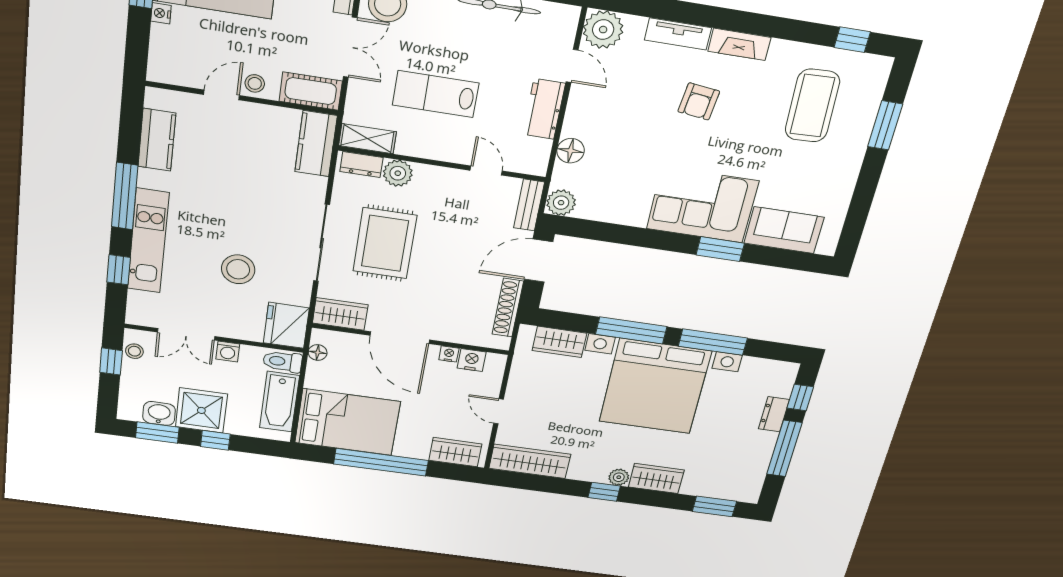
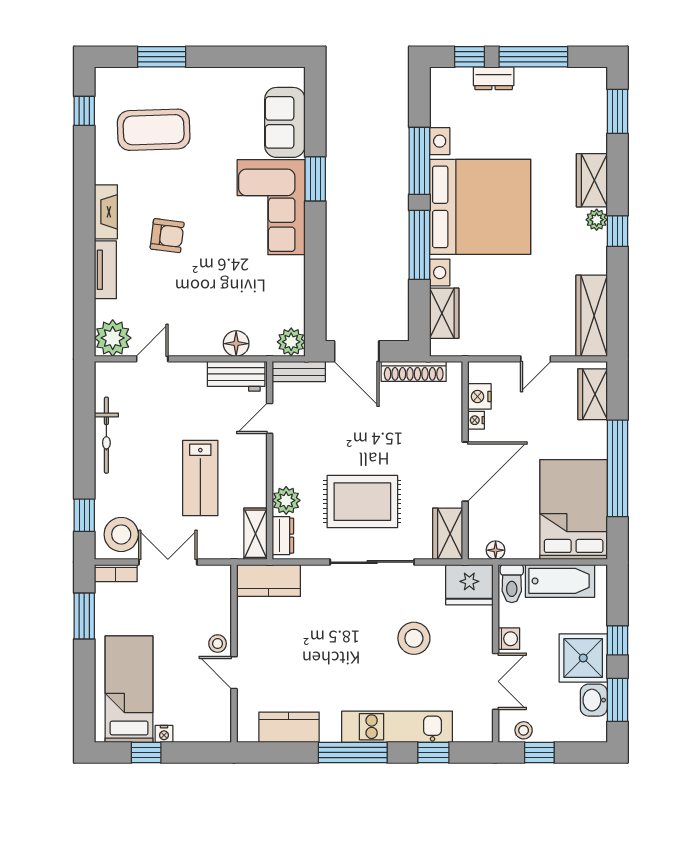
cot: (311, 91) -> (217, 592), removed
workbench: (544, 109) -> (236, 376), moved

